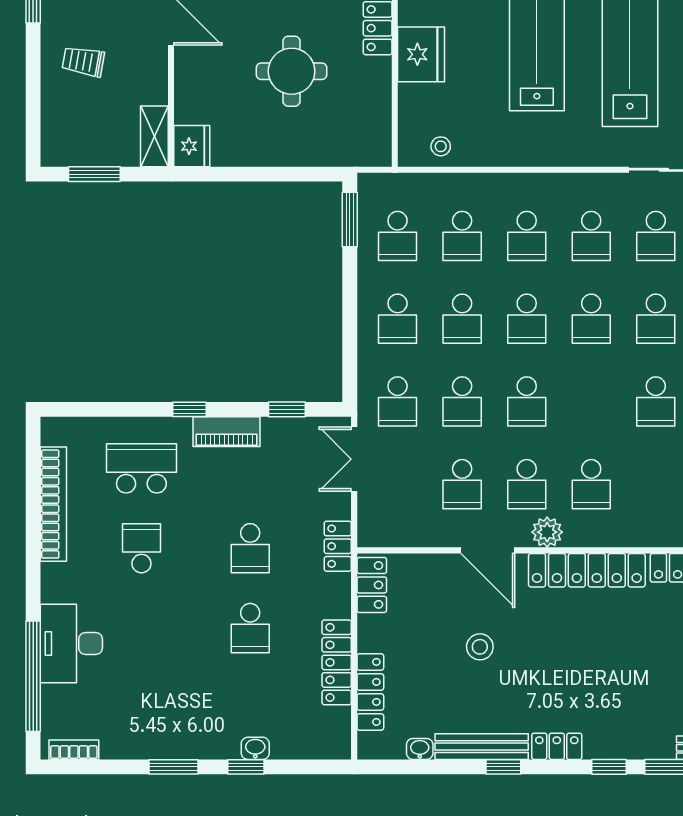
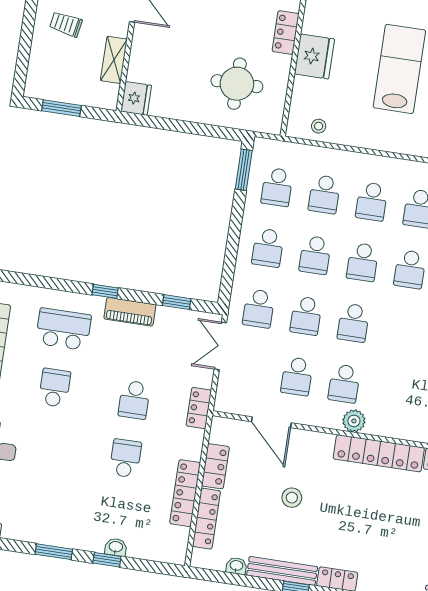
round table: (292, 71) -> (237, 84), moved
shelving: (154, 136) -> (114, 60), moved
school desk: (591, 484) -> (392, 391), removed
door: (488, 550) -> (271, 422), moved
locker: (372, 585) -> (215, 466), moved
school desk: (250, 628) -> (125, 458), turned 180

